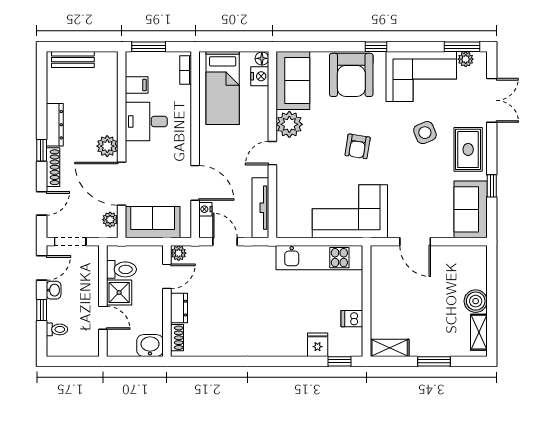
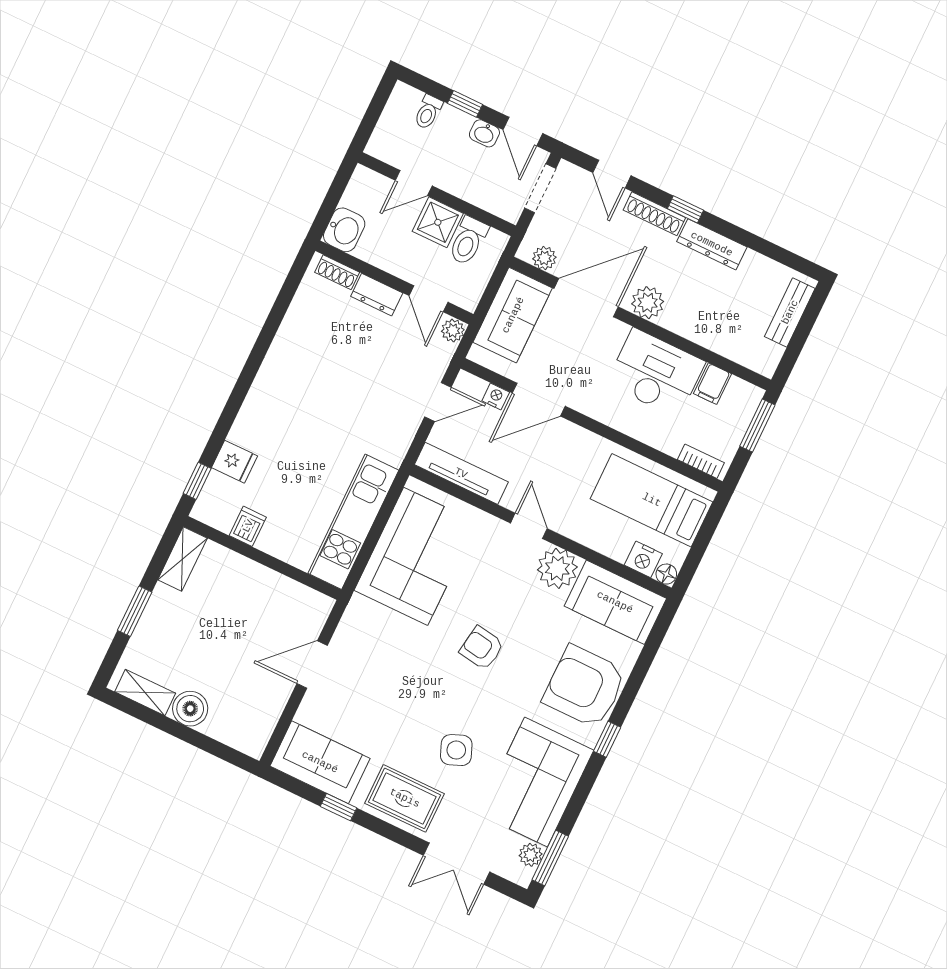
desk: (146, 122) -> (656, 373), width x1.37
corner sofa: (350, 211) -> (416, 556), moved

